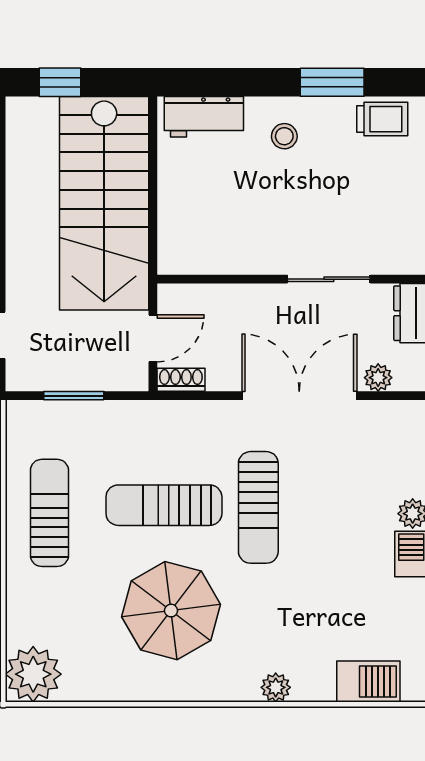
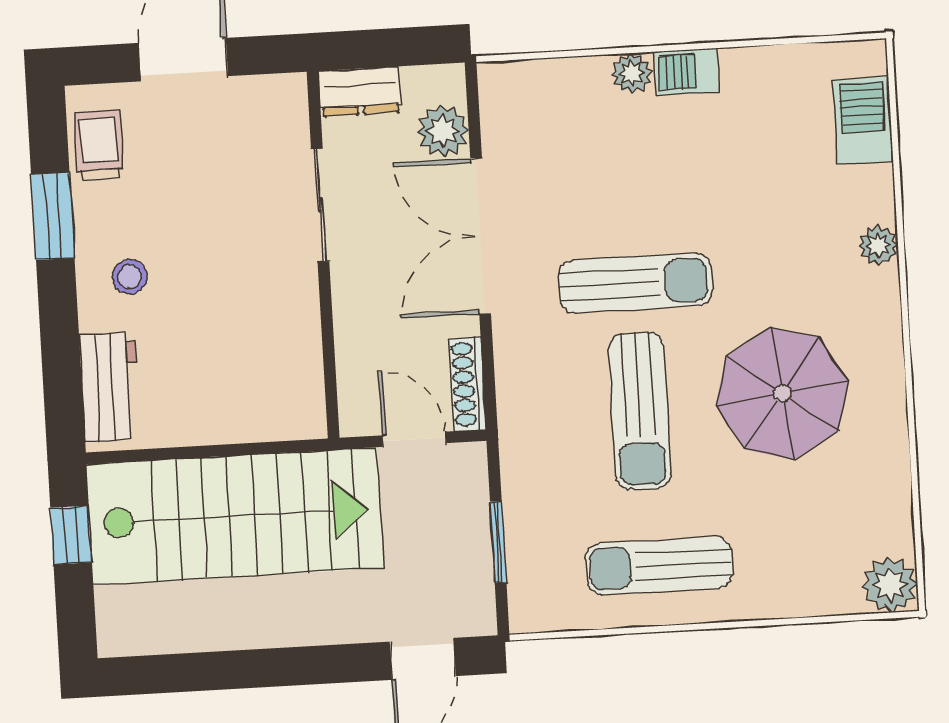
window: (60, 82) -> (71, 535), moved
plant: (378, 378) -> (443, 131), width x1.38, depth x1.38
shoe rack: (181, 380) -> (468, 384), width x1.43
plant: (33, 674) -> (890, 585), width x0.73, depth x0.73

